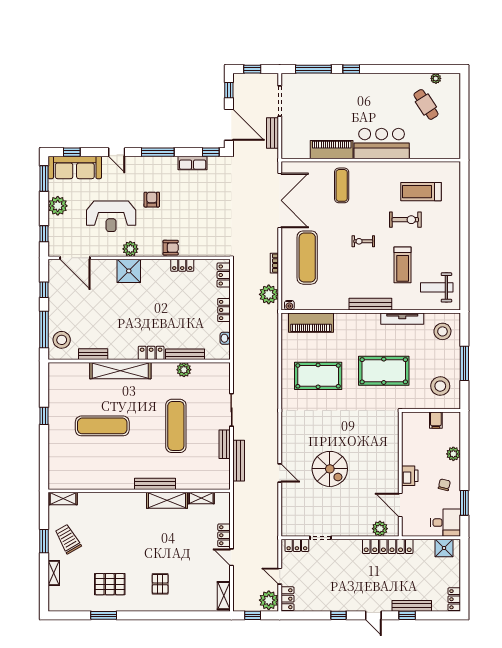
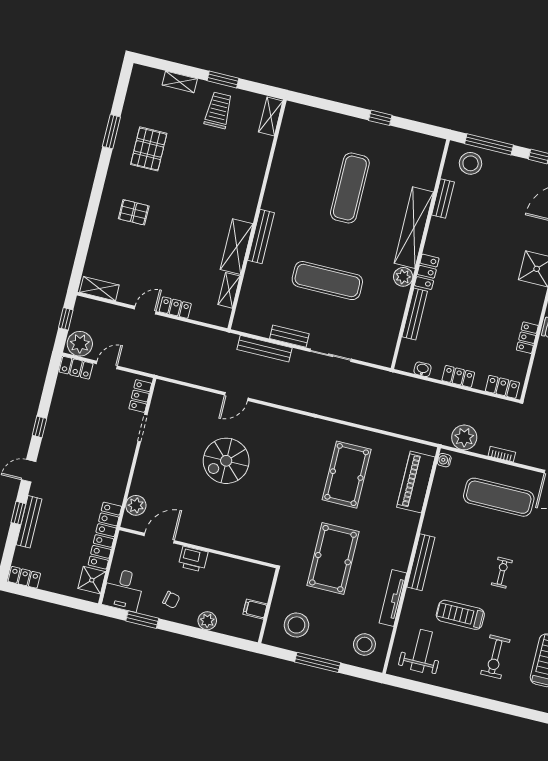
exercise bike: (405, 220) -> (495, 657), moved
plant: (184, 370) -> (403, 277), moved
trolley: (68, 539) -> (218, 110), turned -60
locker: (388, 546) -> (105, 536), moved

